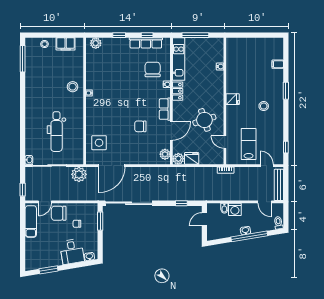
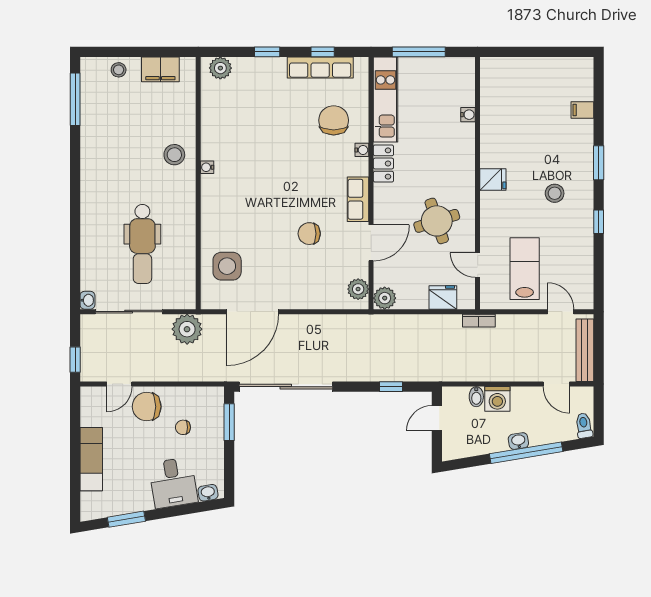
window: (286, 147) -> (599, 222), moved
fridge: (192, 158) -> (443, 297), moved
exam couch: (31, 222) -> (91, 459), moved

